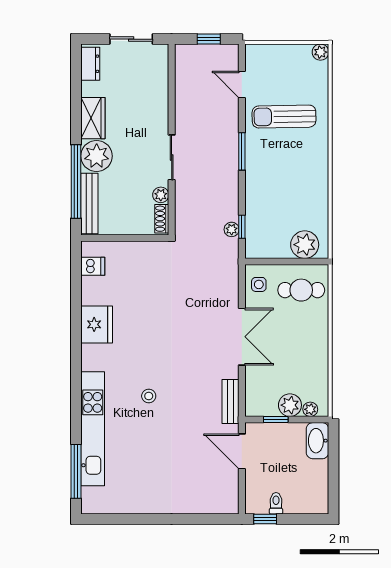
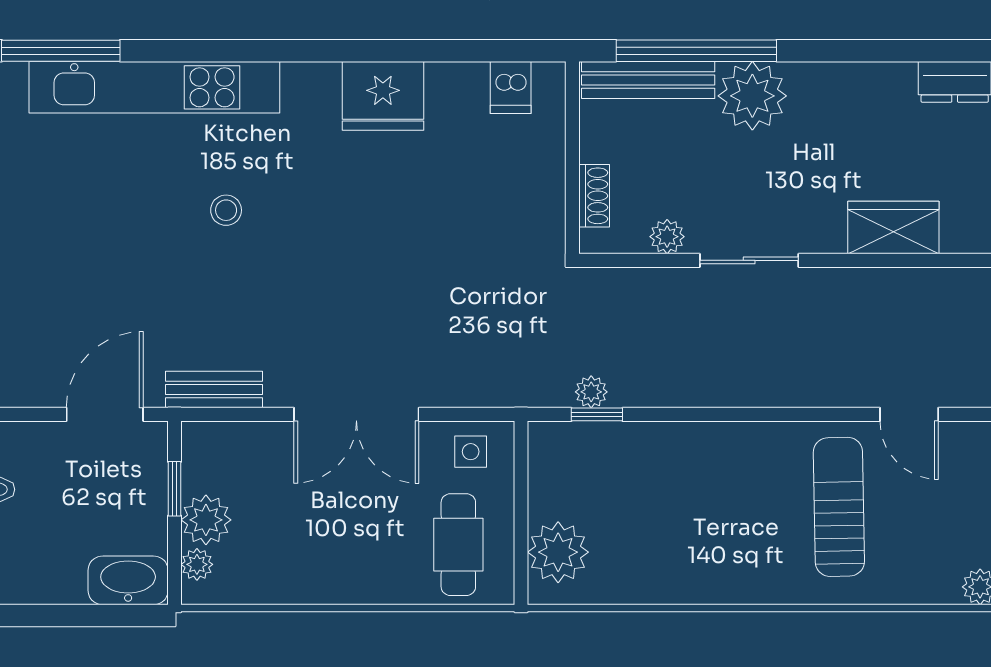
door: (242, 84) -> (909, 414), swing flipped
wardrobe: (93, 118) -> (893, 228), moved, turned 180
window: (242, 151) -> (762, 414), removed
shoe rack: (162, 219) -> (594, 196), moved, turned 90

